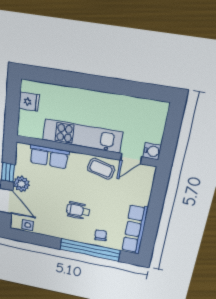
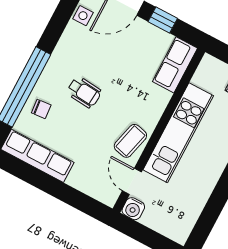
row of seats: (49, 157) -> (175, 65), moved
plant: (21, 184) -> (142, 31), removed
wheelchair: (78, 210) -> (84, 92), turned 95

